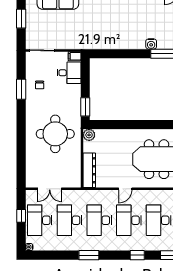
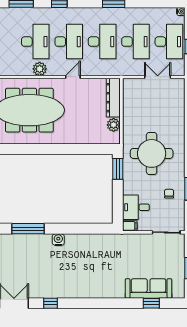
water cooler: (151, 44) -> (58, 240), moved
round table: (55, 134) -> (152, 153), moved
plant: (89, 135) -> (114, 125), moved
plant: (155, 196) -> (40, 69), added

